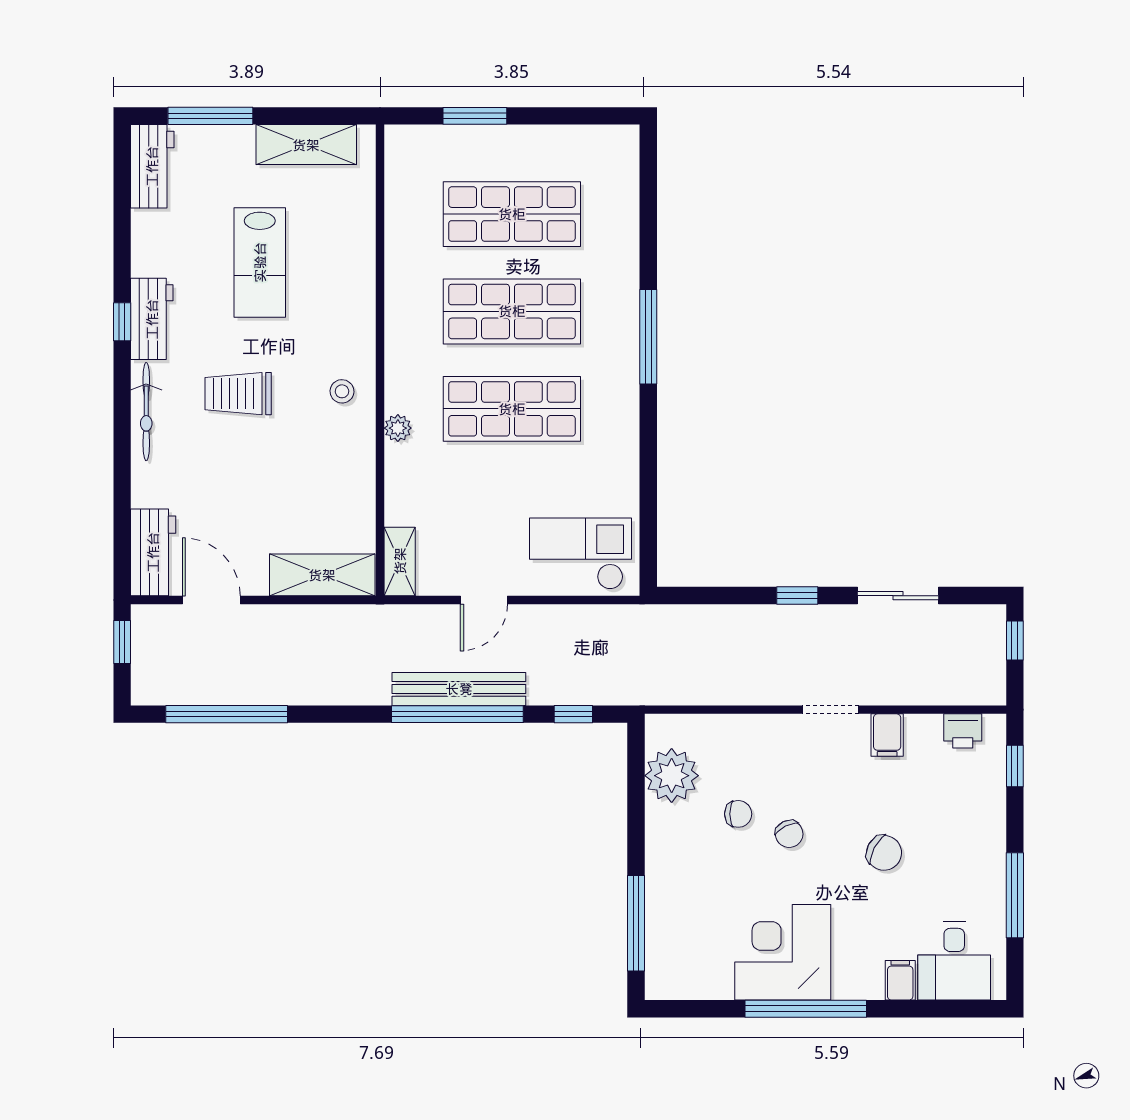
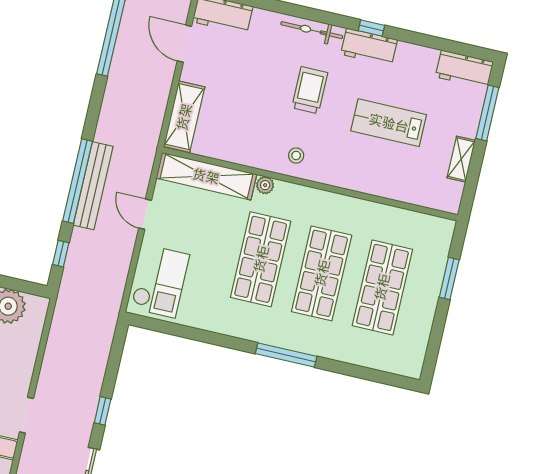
shelving: (306, 145) -> (461, 159), width x0.67, depth x0.75
shelving: (400, 561) -> (206, 176), width x2.20, depth x1.33
door: (211, 600) -> (184, 44), swing flipped

